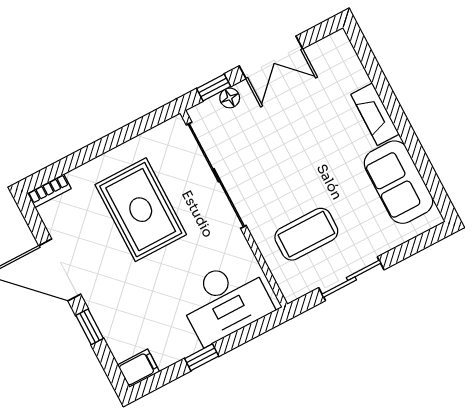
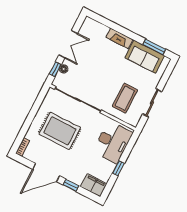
window: (429, 177) -> (154, 47), added
filing cabinet: (138, 368) -> (94, 185), width x2.00

